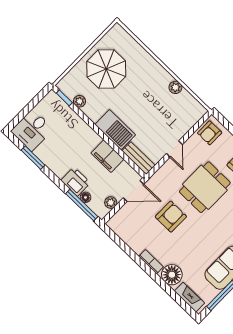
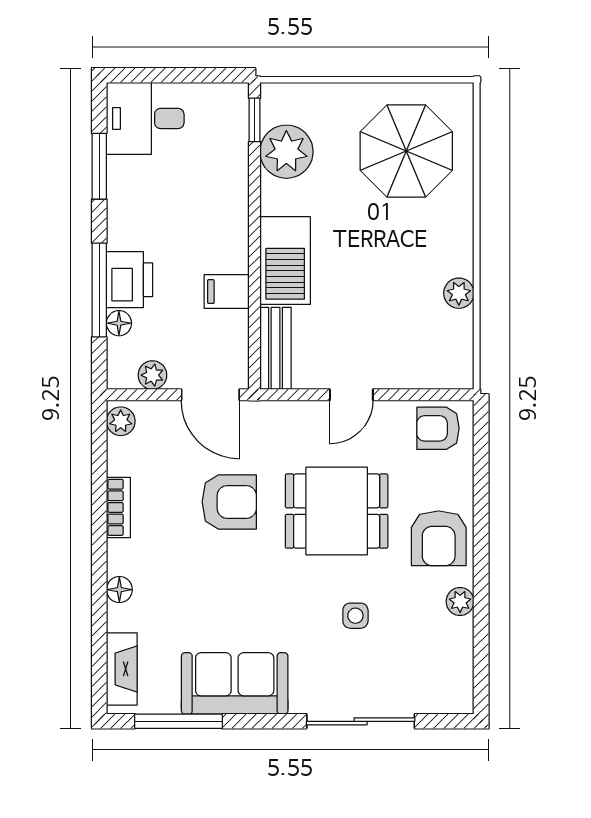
parasol: (106, 69) -> (406, 151), moved
plant: (79, 101) -> (286, 152), width x1.87, depth x1.87
filing cabinet: (107, 156) -> (227, 292), width x0.50
window: (82, 205) -> (99, 290), moved
plant: (115, 225) -> (121, 421), added
bookcase: (151, 262) -> (118, 507), moved
floor lamp: (172, 275) -> (119, 590), width x0.53, depth x0.53

